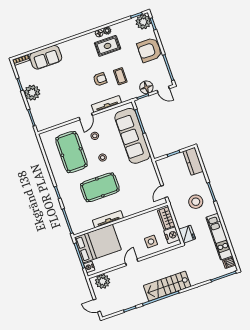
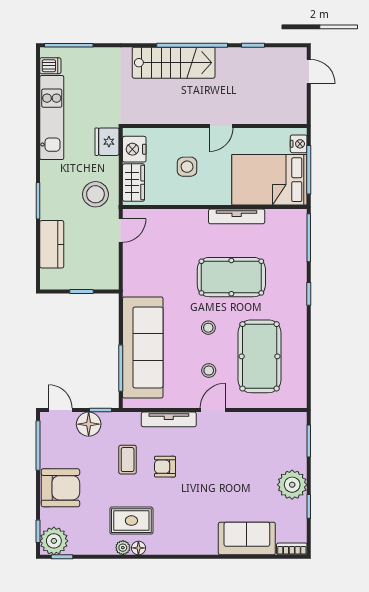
kitchen counter: (193, 161) -> (52, 244), moved
stool: (196, 202) -> (95, 194), moved
side table: (151, 242) -> (187, 167), moved
plant: (103, 281) -> (284, 110), removed

